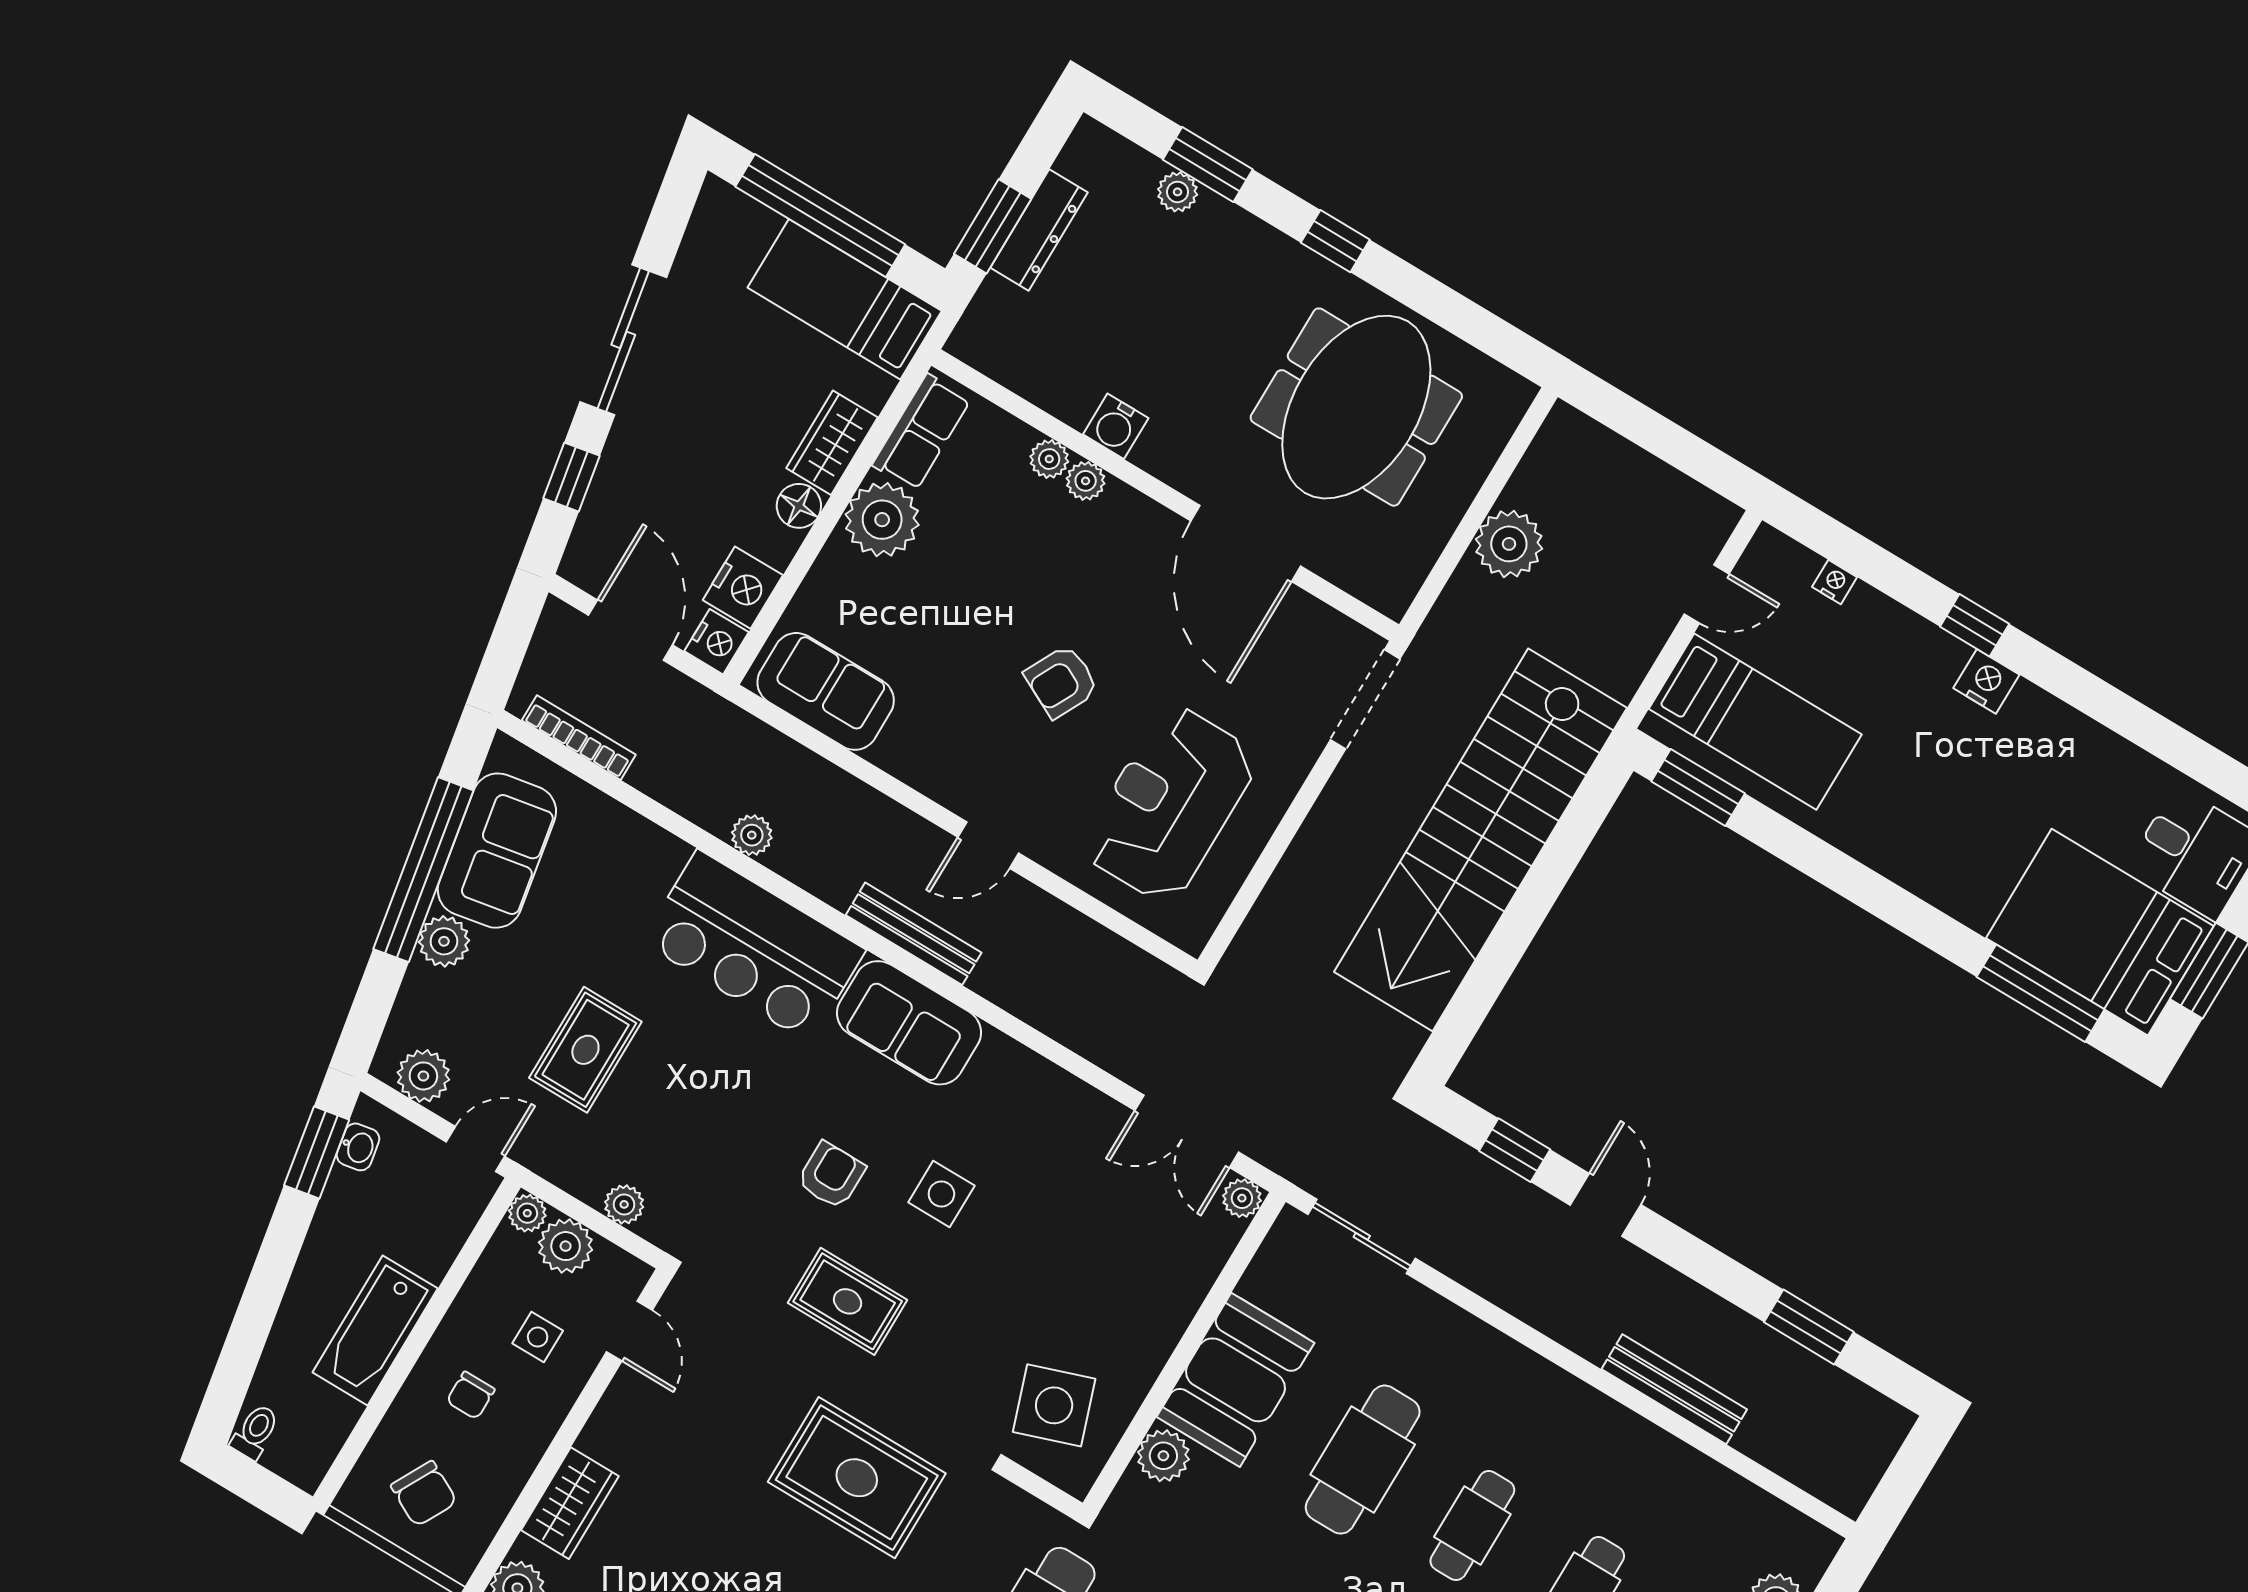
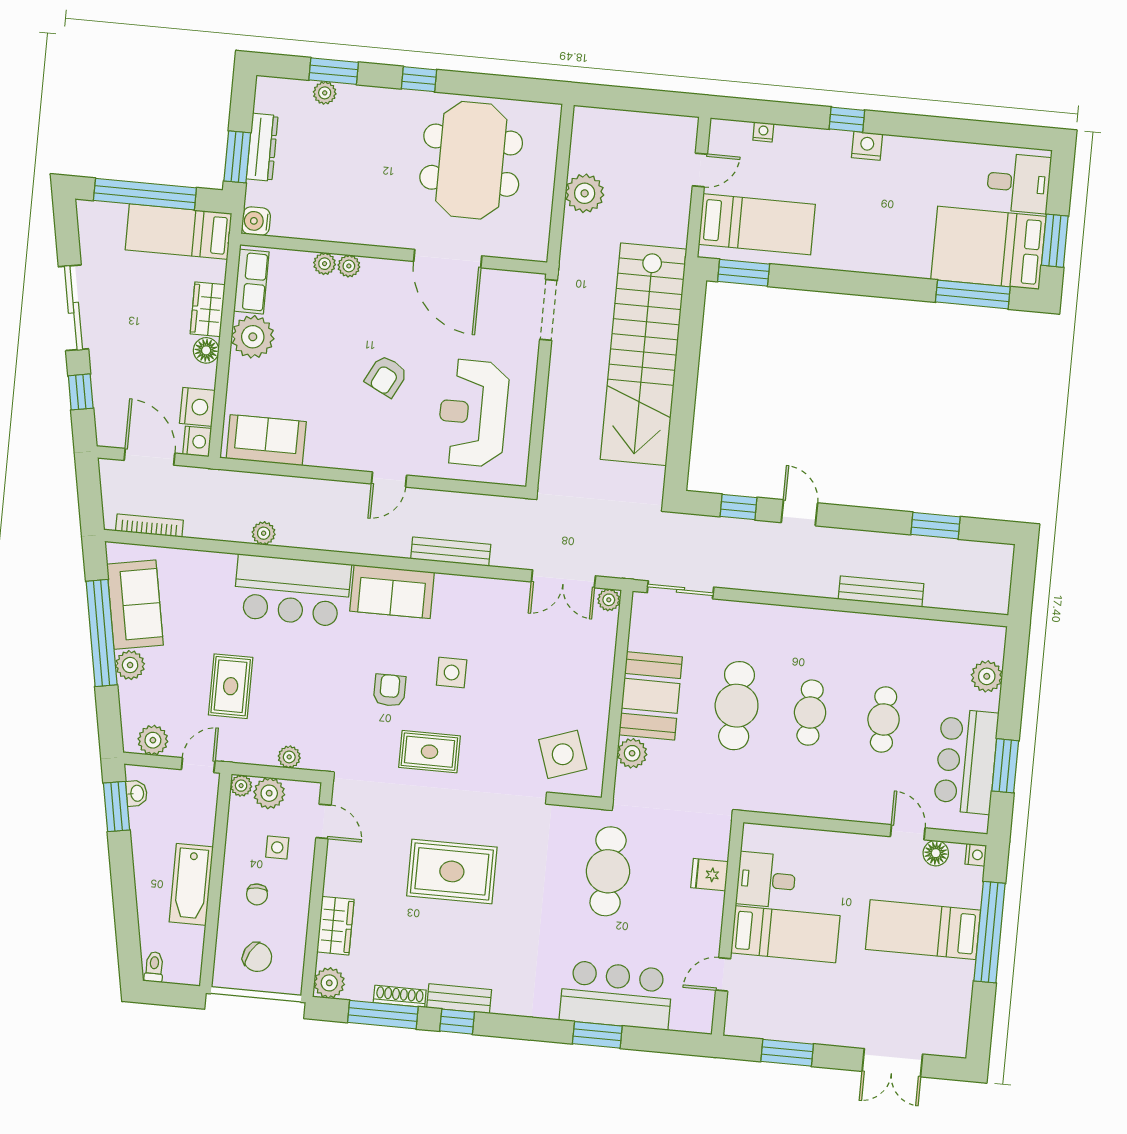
water cooler: (1116, 426) -> (256, 221), moved, turned 90
bench: (914, 934) -> (451, 552), moved
rug: (857, 1478) -> (452, 871), moved

